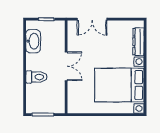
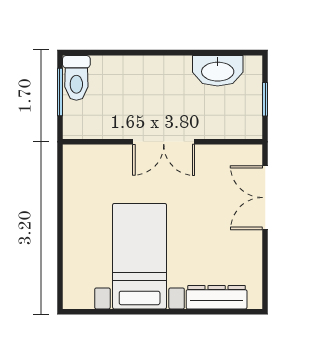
toilet: (36, 77) -> (76, 78), moved
bed with nightstands: (119, 85) -> (140, 256), width x0.73

